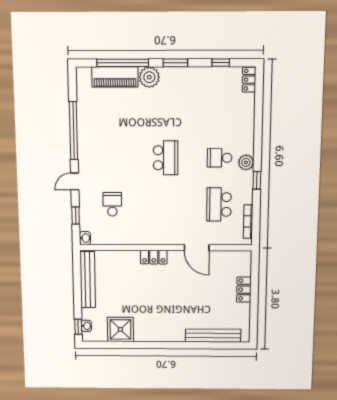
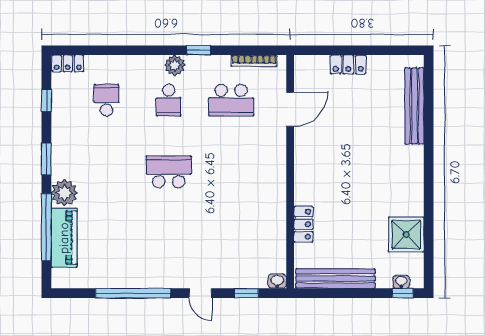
school desk: (112, 204) -> (106, 100), moved, turned 90
door: (197, 248) -> (290, 109), moved
locker: (154, 257) -> (303, 224), moved

